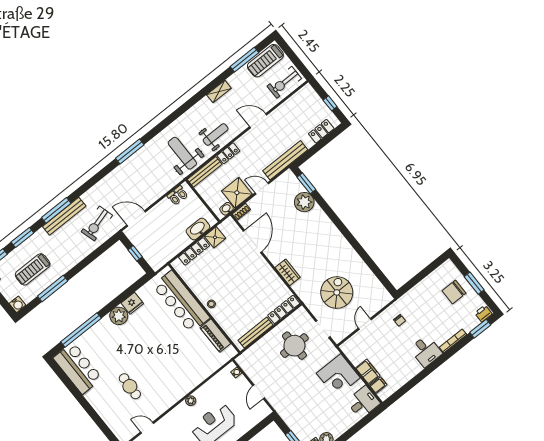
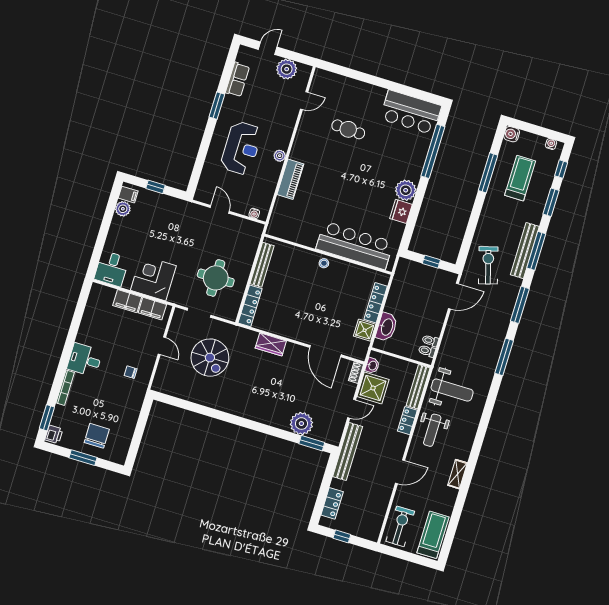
window: (244, 60) -> (520, 305), moved
piano: (215, 336) -> (290, 179), moved, turned 90
filing cabinet: (378, 385) -> (152, 309), moved, width x2.00

